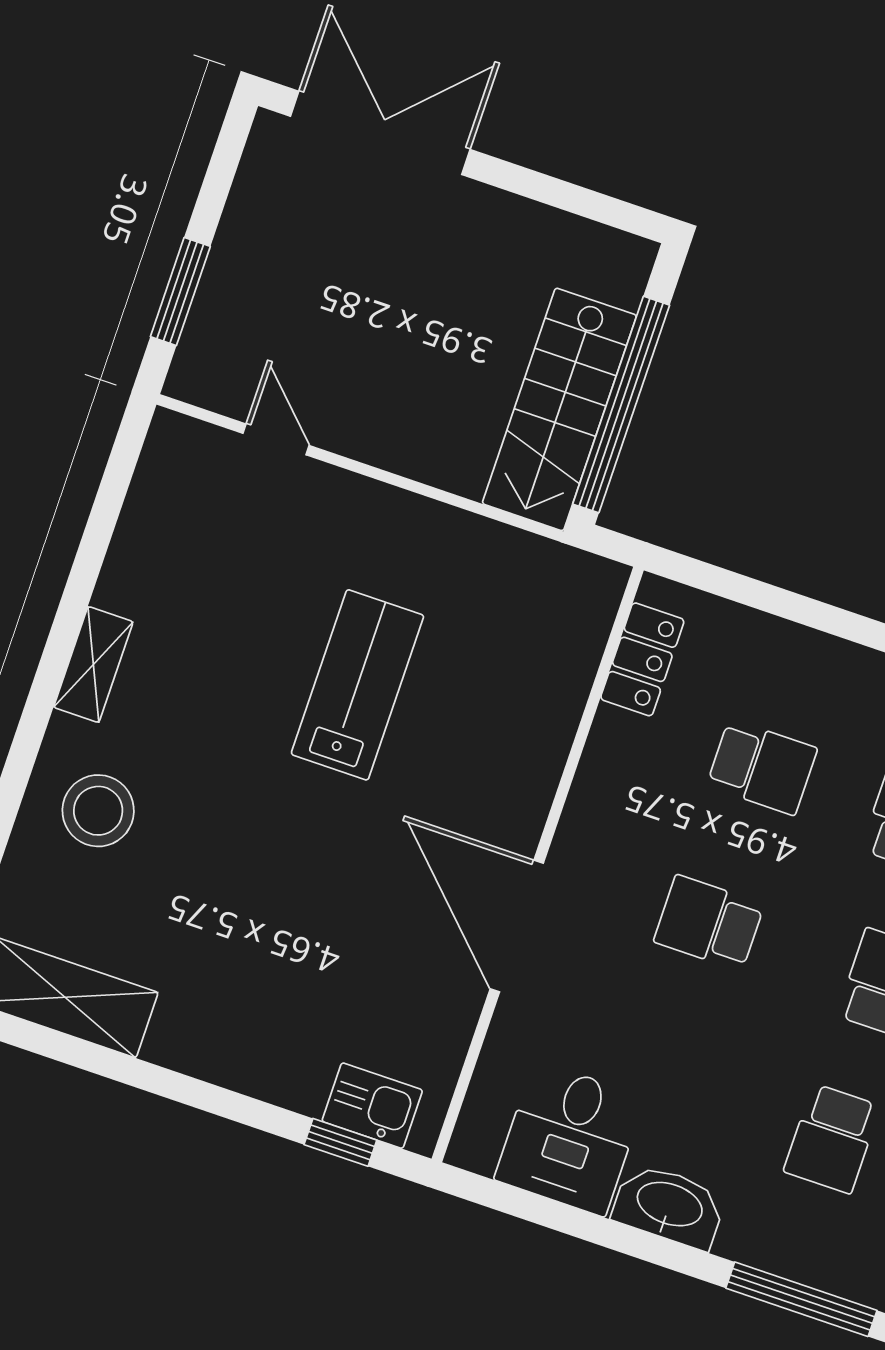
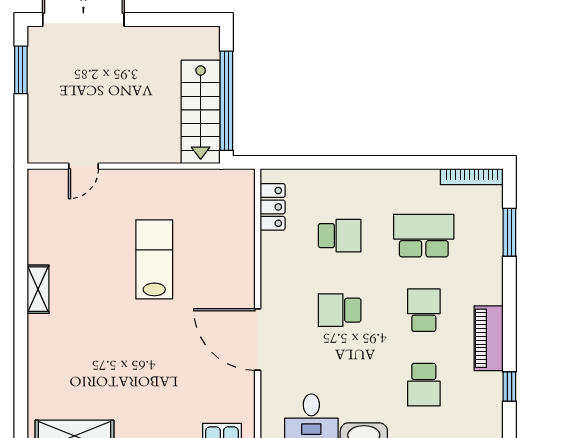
window: (180, 292) -> (21, 70), moved
door: (276, 439) -> (83, 166), swing flipped
stool: (98, 811) -> (61, 351), removed

